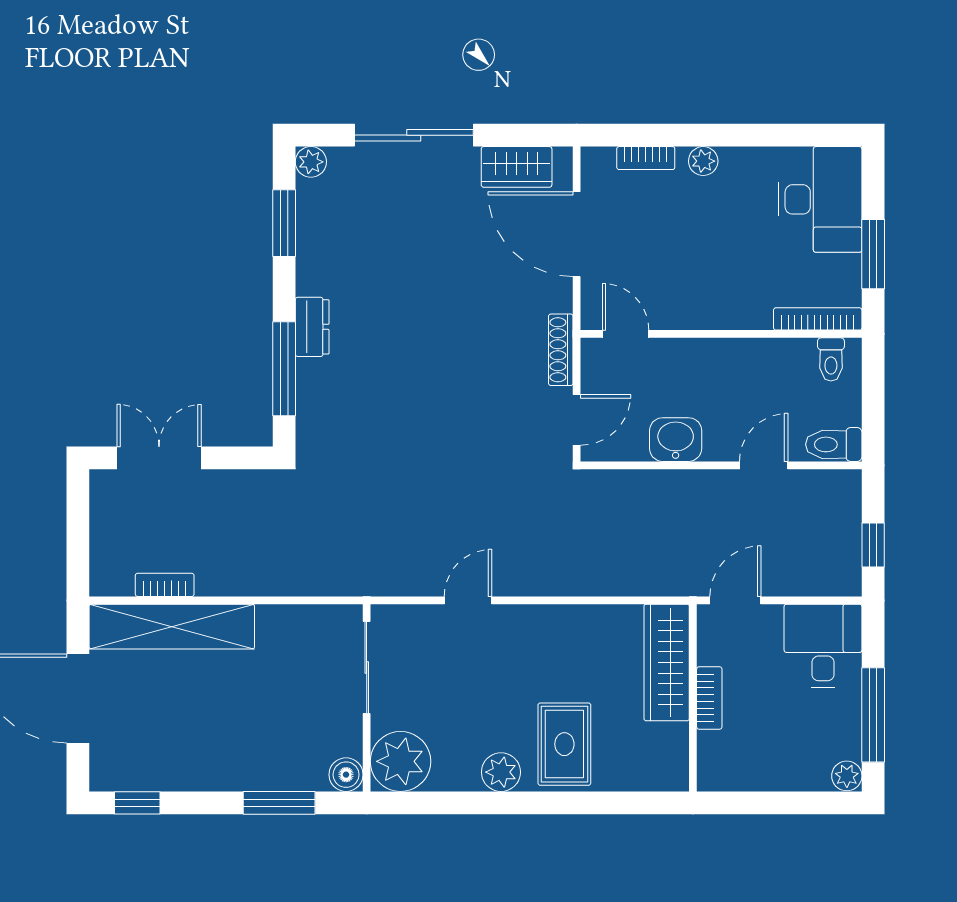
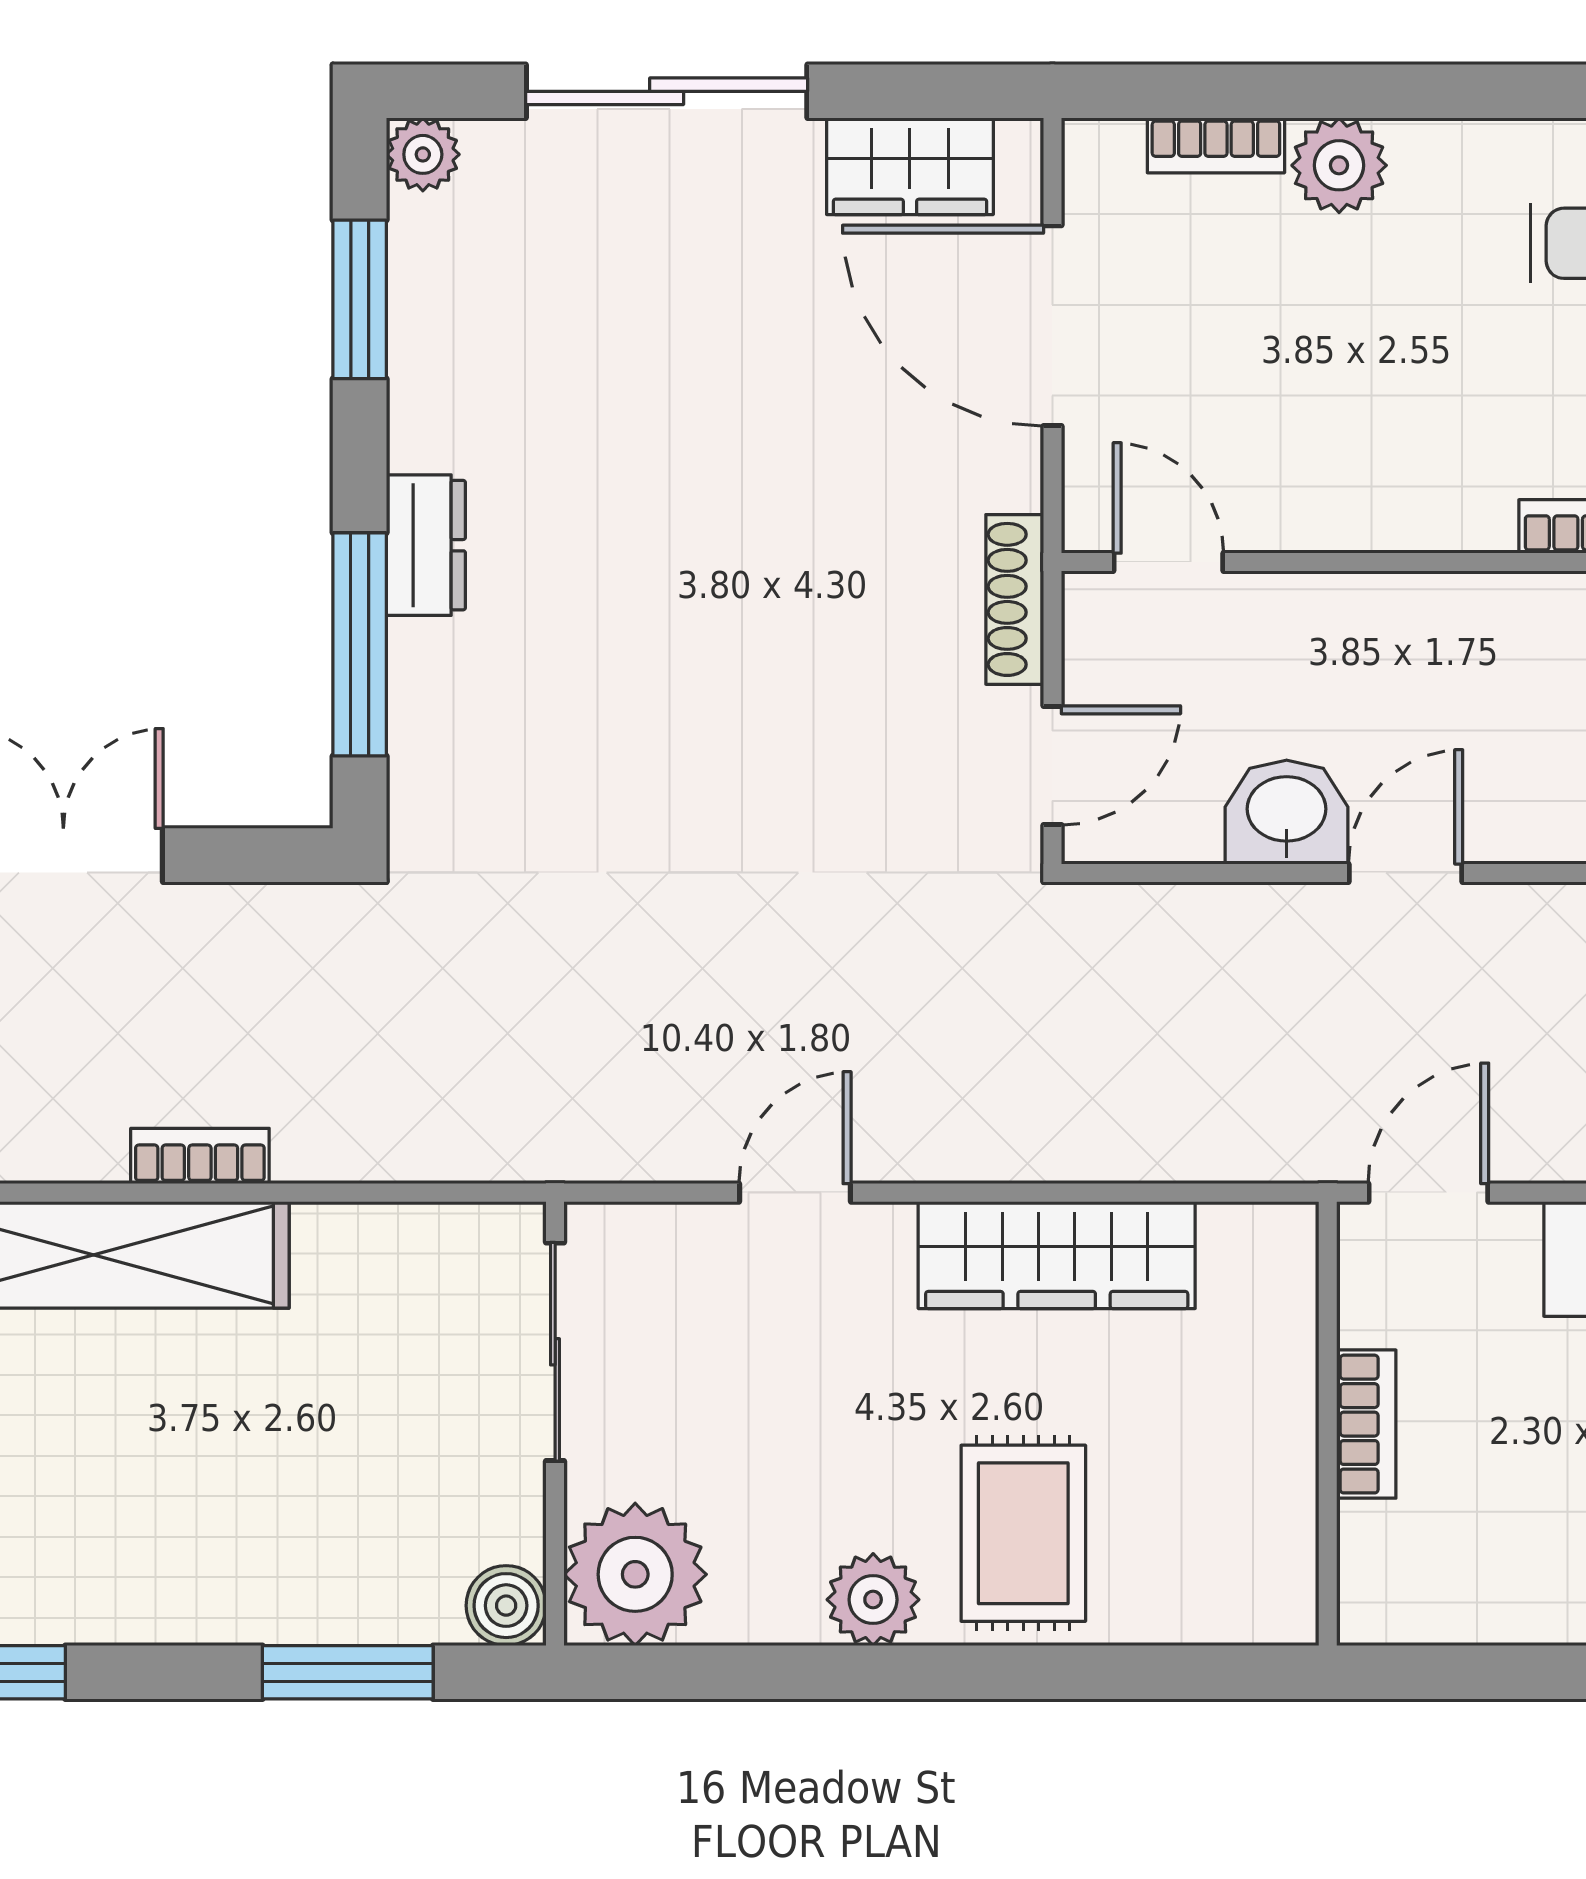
plant: (703, 161) -> (1339, 165), width x1.38, depth x1.38
door: (764, 465) -> (1406, 873), moved
bookcase: (165, 585) -> (200, 1156), moved
wardrobe: (667, 662) -> (1057, 1255), moved, turned -90

